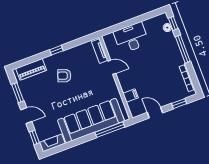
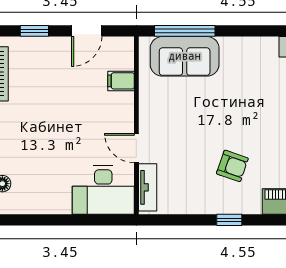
desk: (131, 38) -> (103, 190), moved
door: (155, 113) -> (87, 31), hinge flipped
sofa: (91, 121) -> (185, 56), width x0.54, depth x0.79

